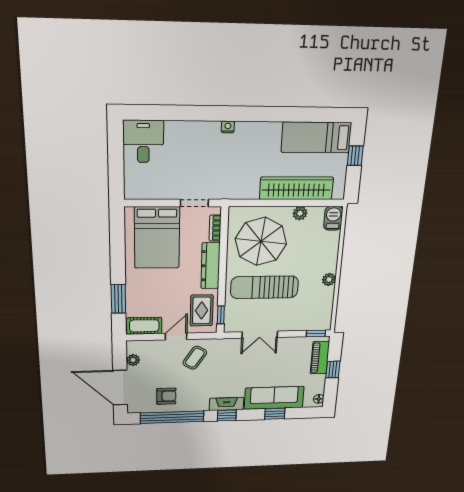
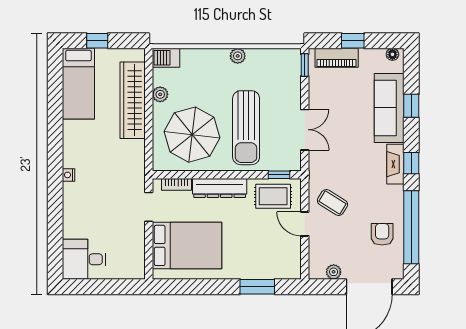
cot: (144, 326) -> (291, 259), removed

